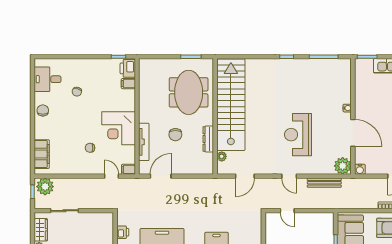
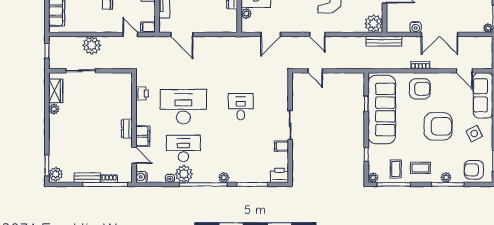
water cooler: (360, 169) -> (416, 27), moved
door: (161, 176) -> (182, 34), swing flipped
bench: (324, 183) -> (384, 41), moved
plant: (45, 187) -> (92, 45), moved

